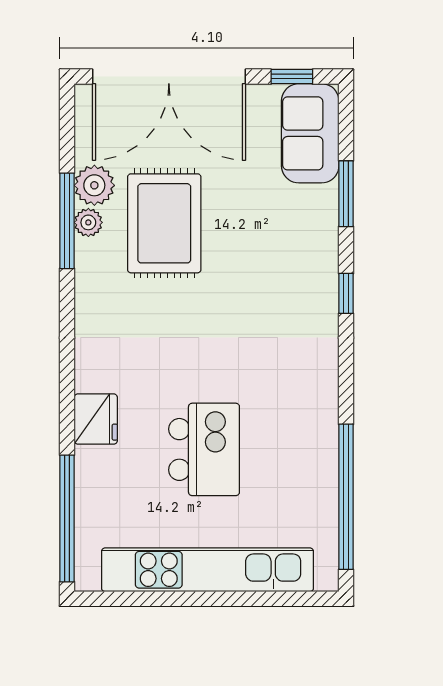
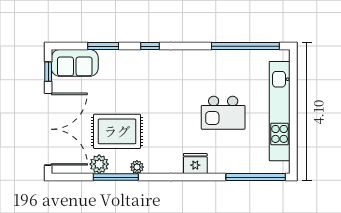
plant: (88, 222) -> (137, 167), moved
fridge: (96, 419) -> (195, 164), moved
kitchen island: (204, 449) -> (223, 113), turned 180

